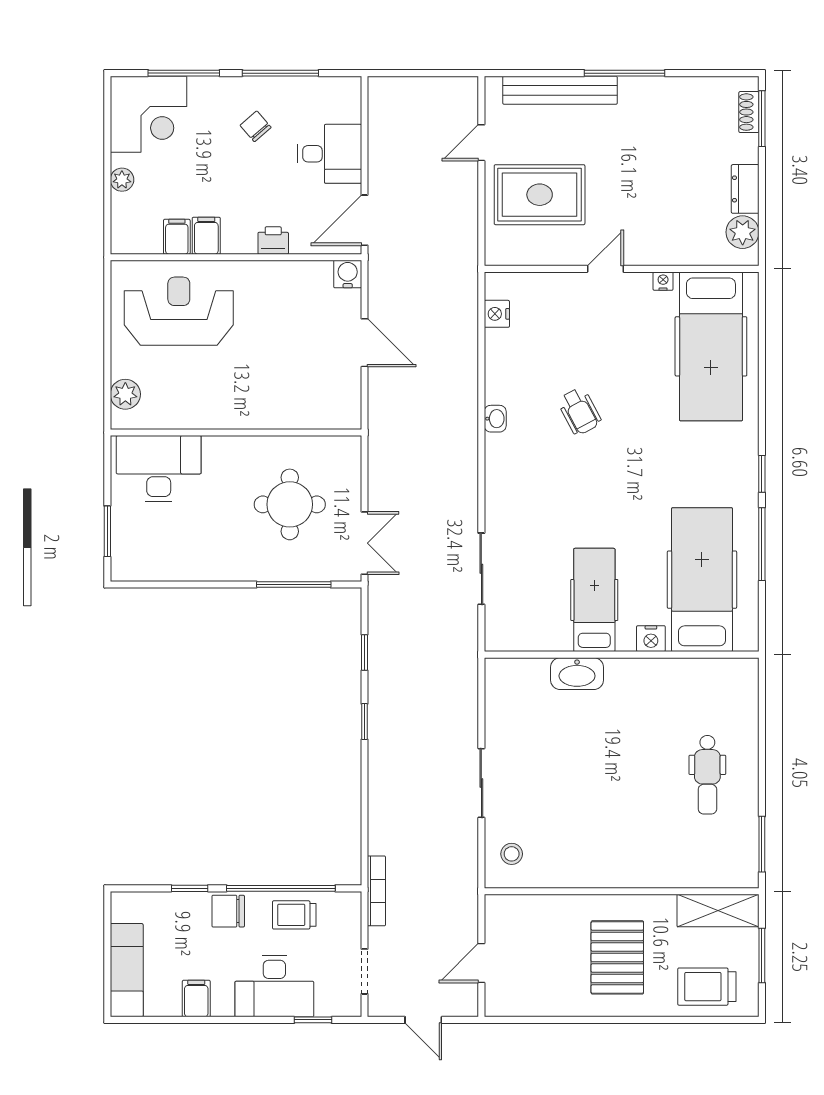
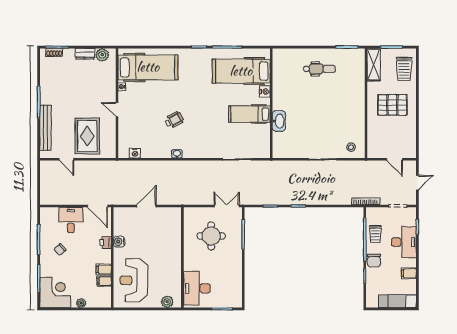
water cooler: (348, 274) -> (119, 242), moved

